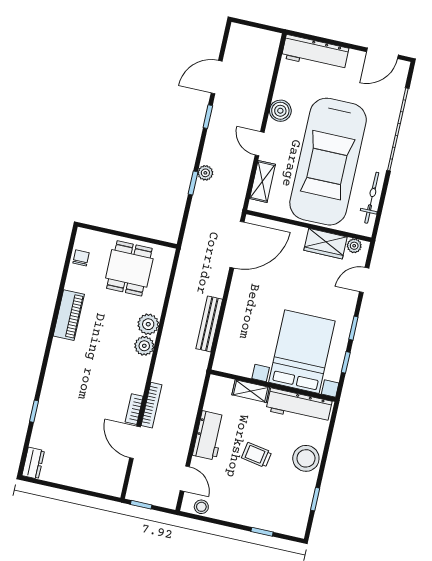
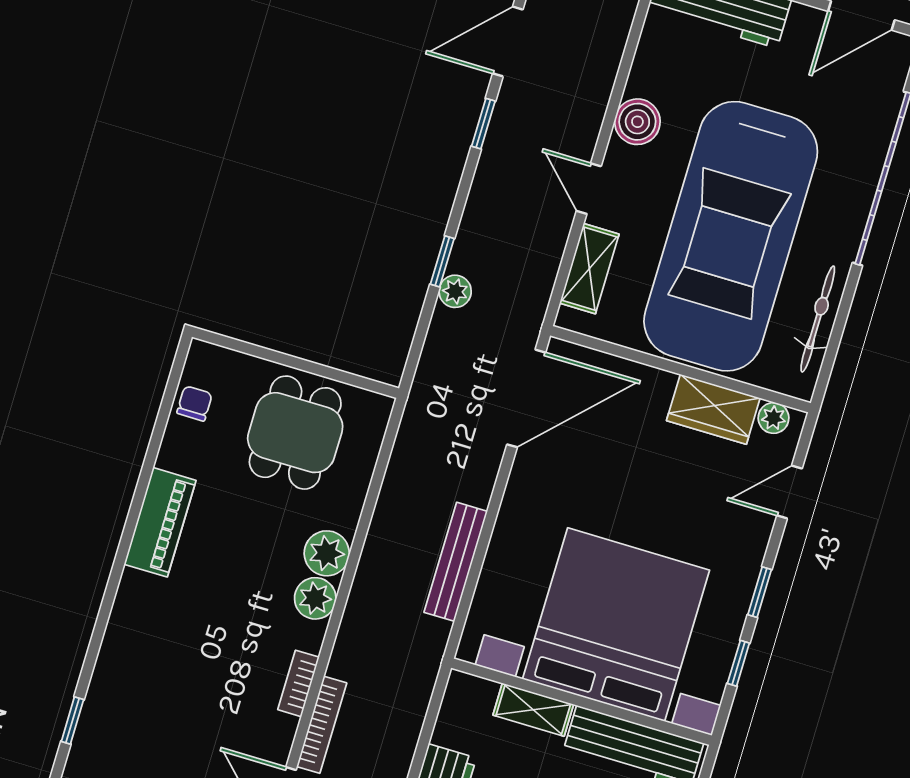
plant: (205, 173) -> (455, 291), moved
bed with nightstands: (302, 352) -> (616, 625), width x1.36
bookcase: (134, 409) -> (298, 683), moved

